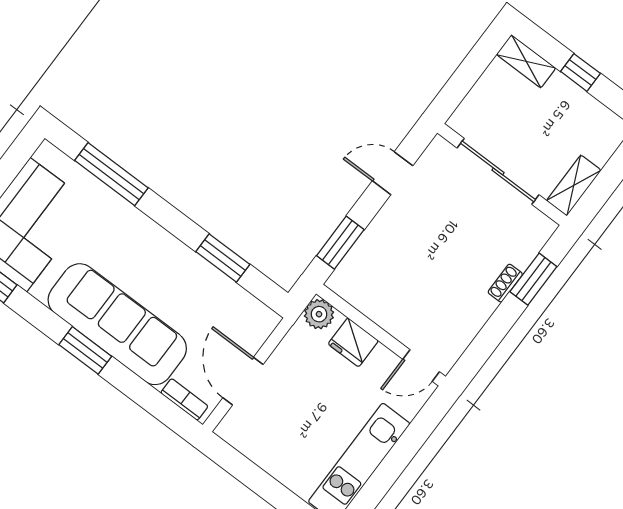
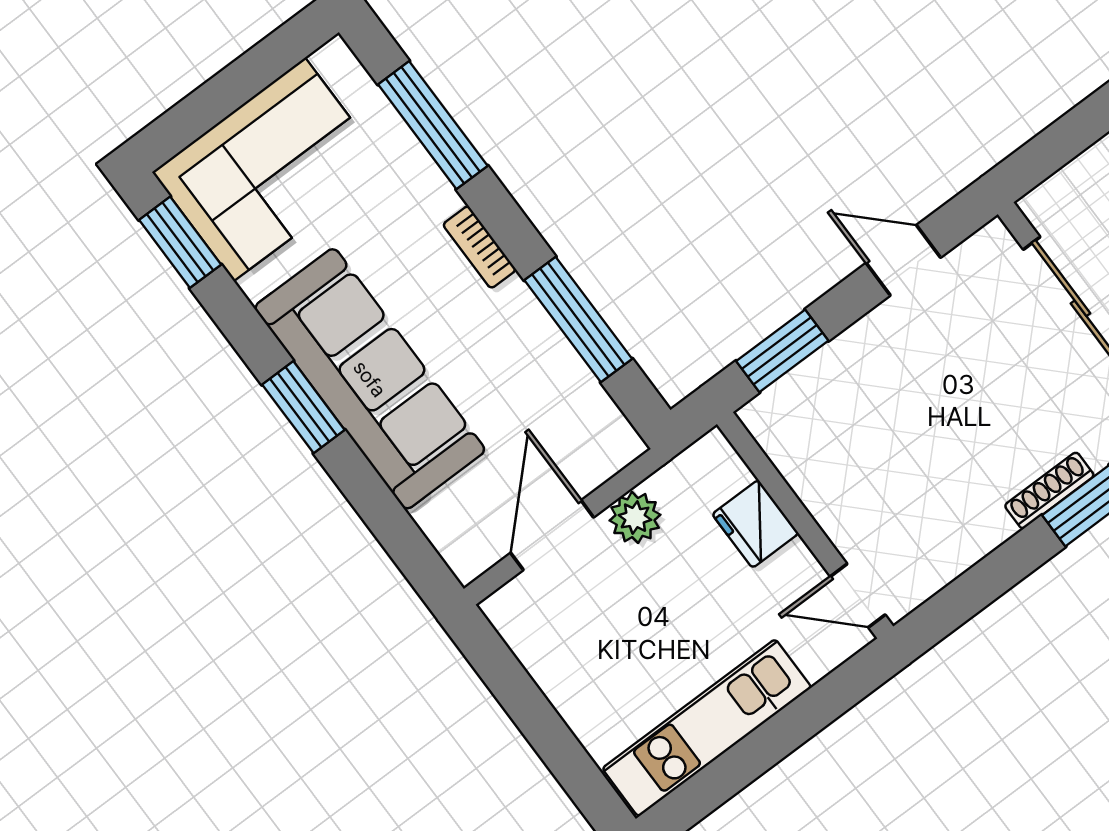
window: (223, 258) -> (578, 320), width x1.44
shoe rack: (505, 283) -> (1049, 490), width x1.43
plant: (319, 314) -> (635, 518), moved
bookcase: (184, 399) -> (480, 247), moved, turned 180

